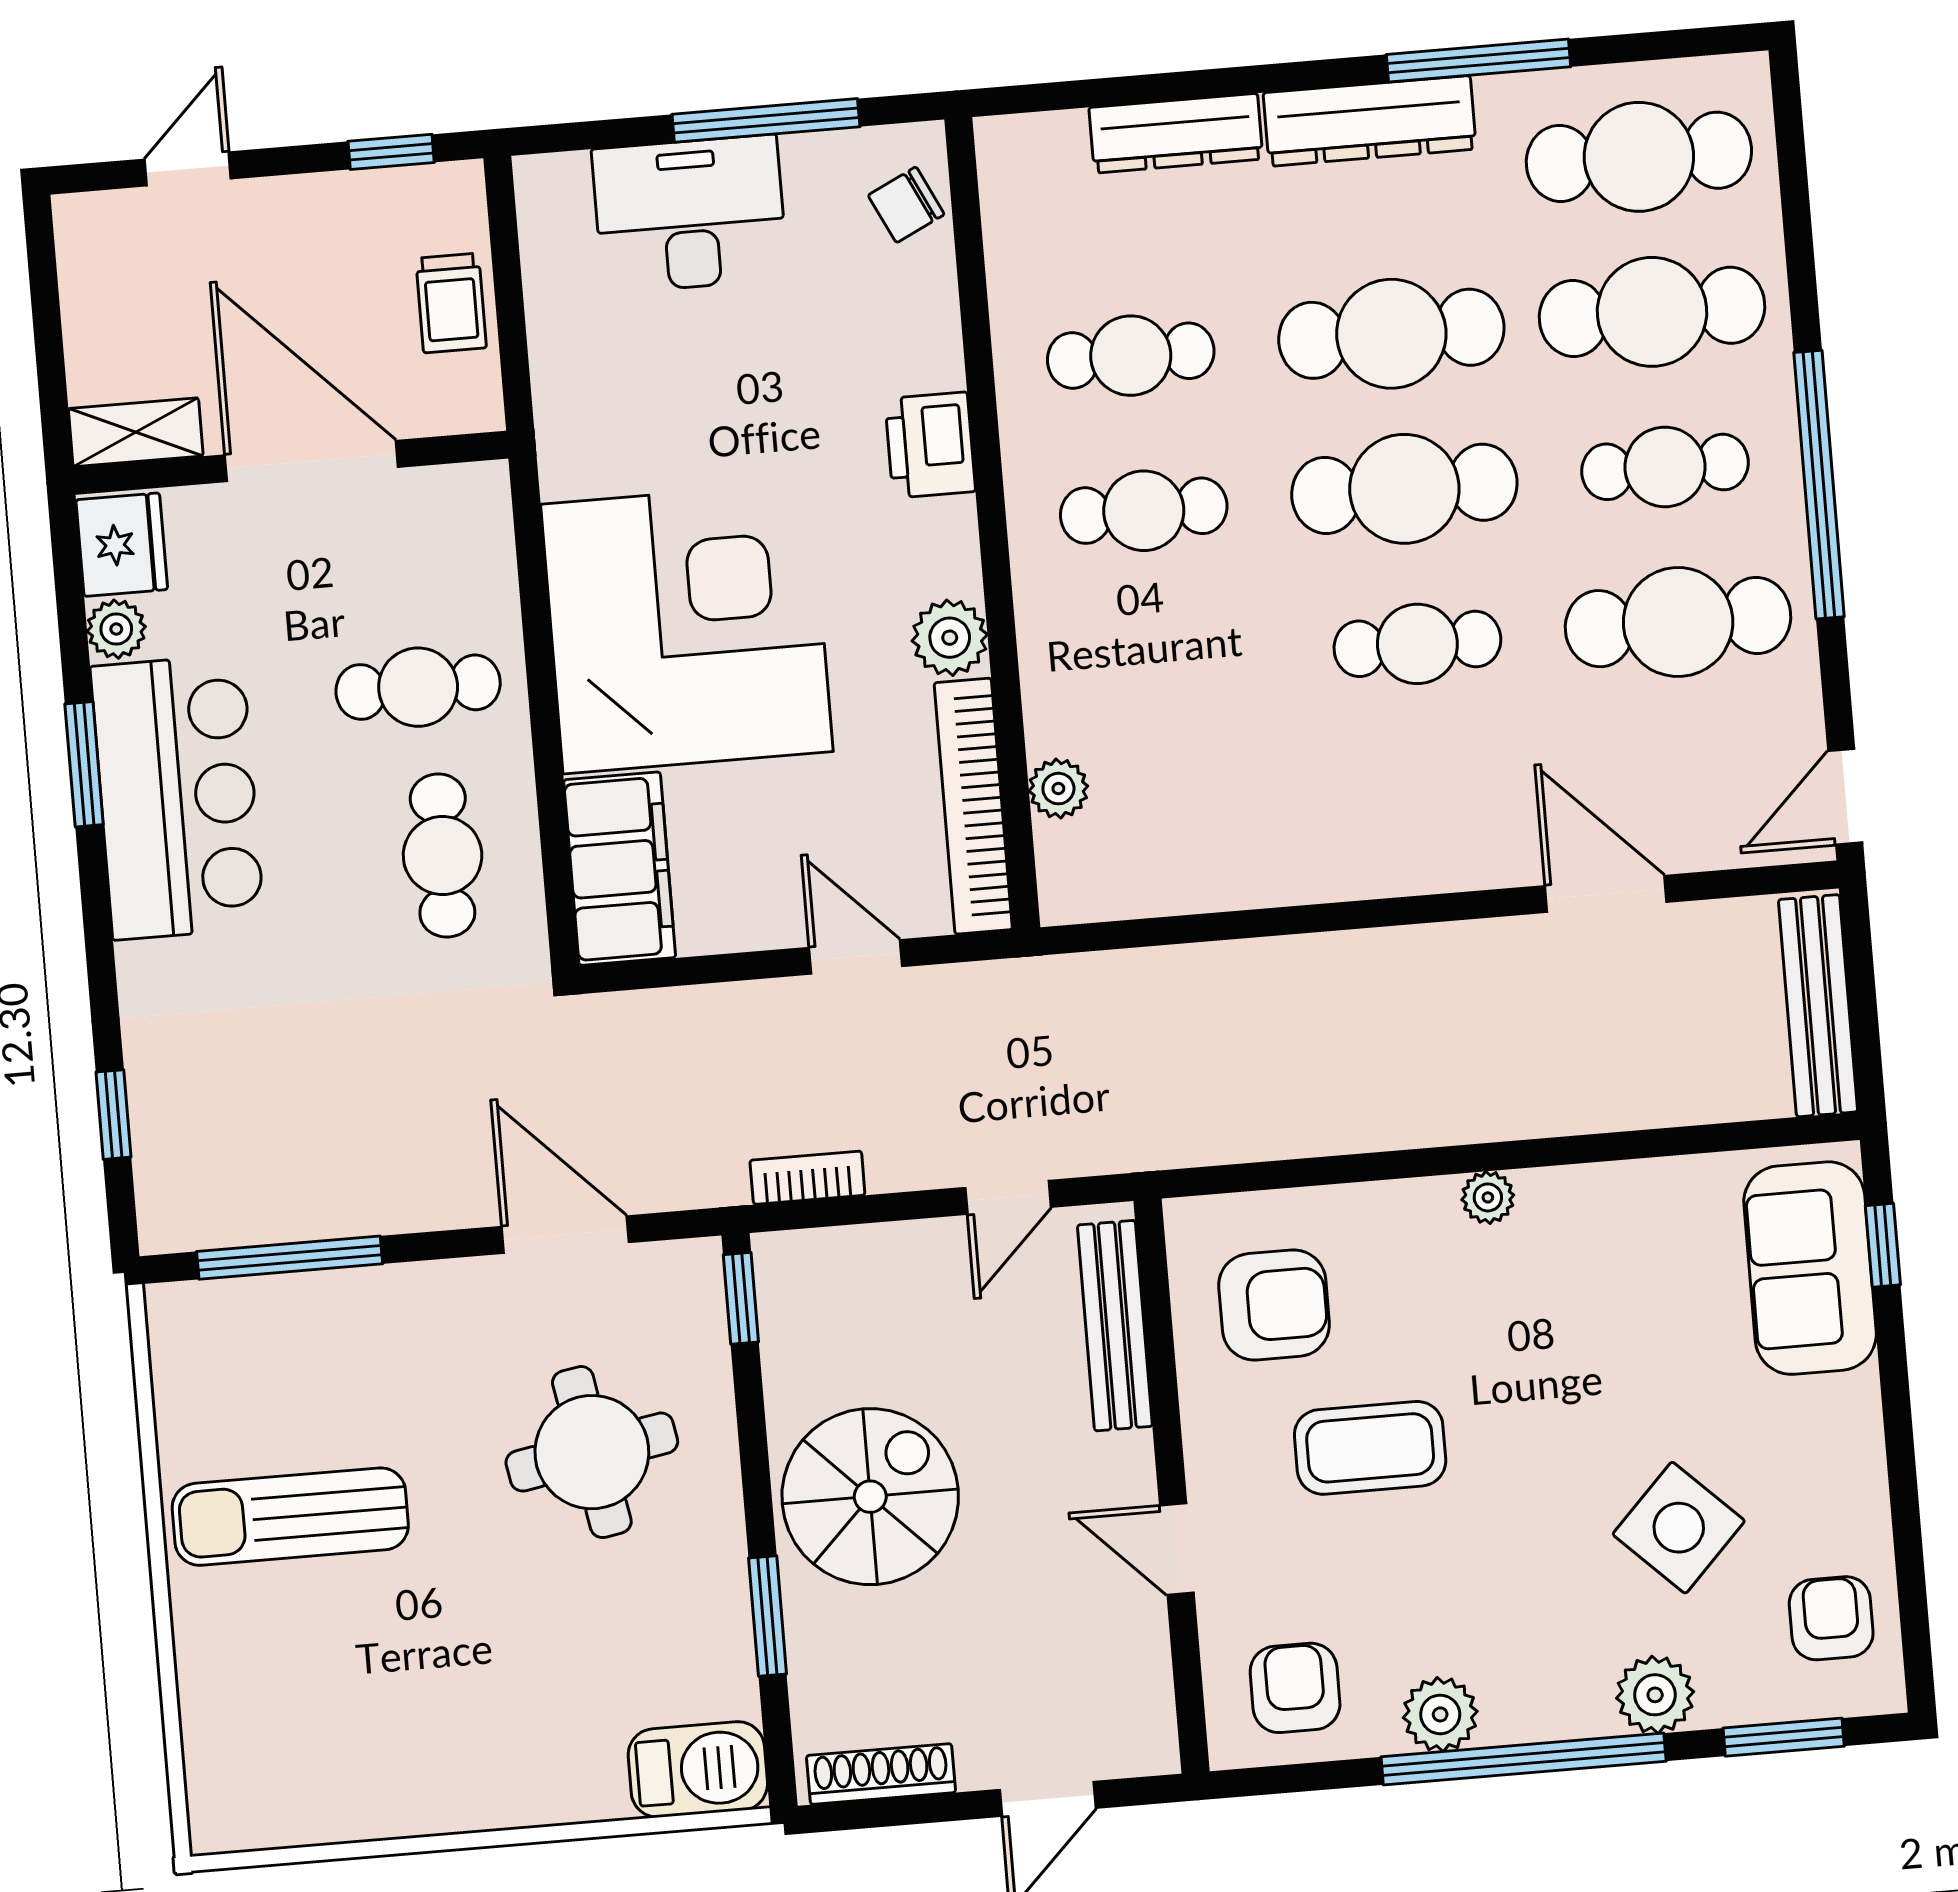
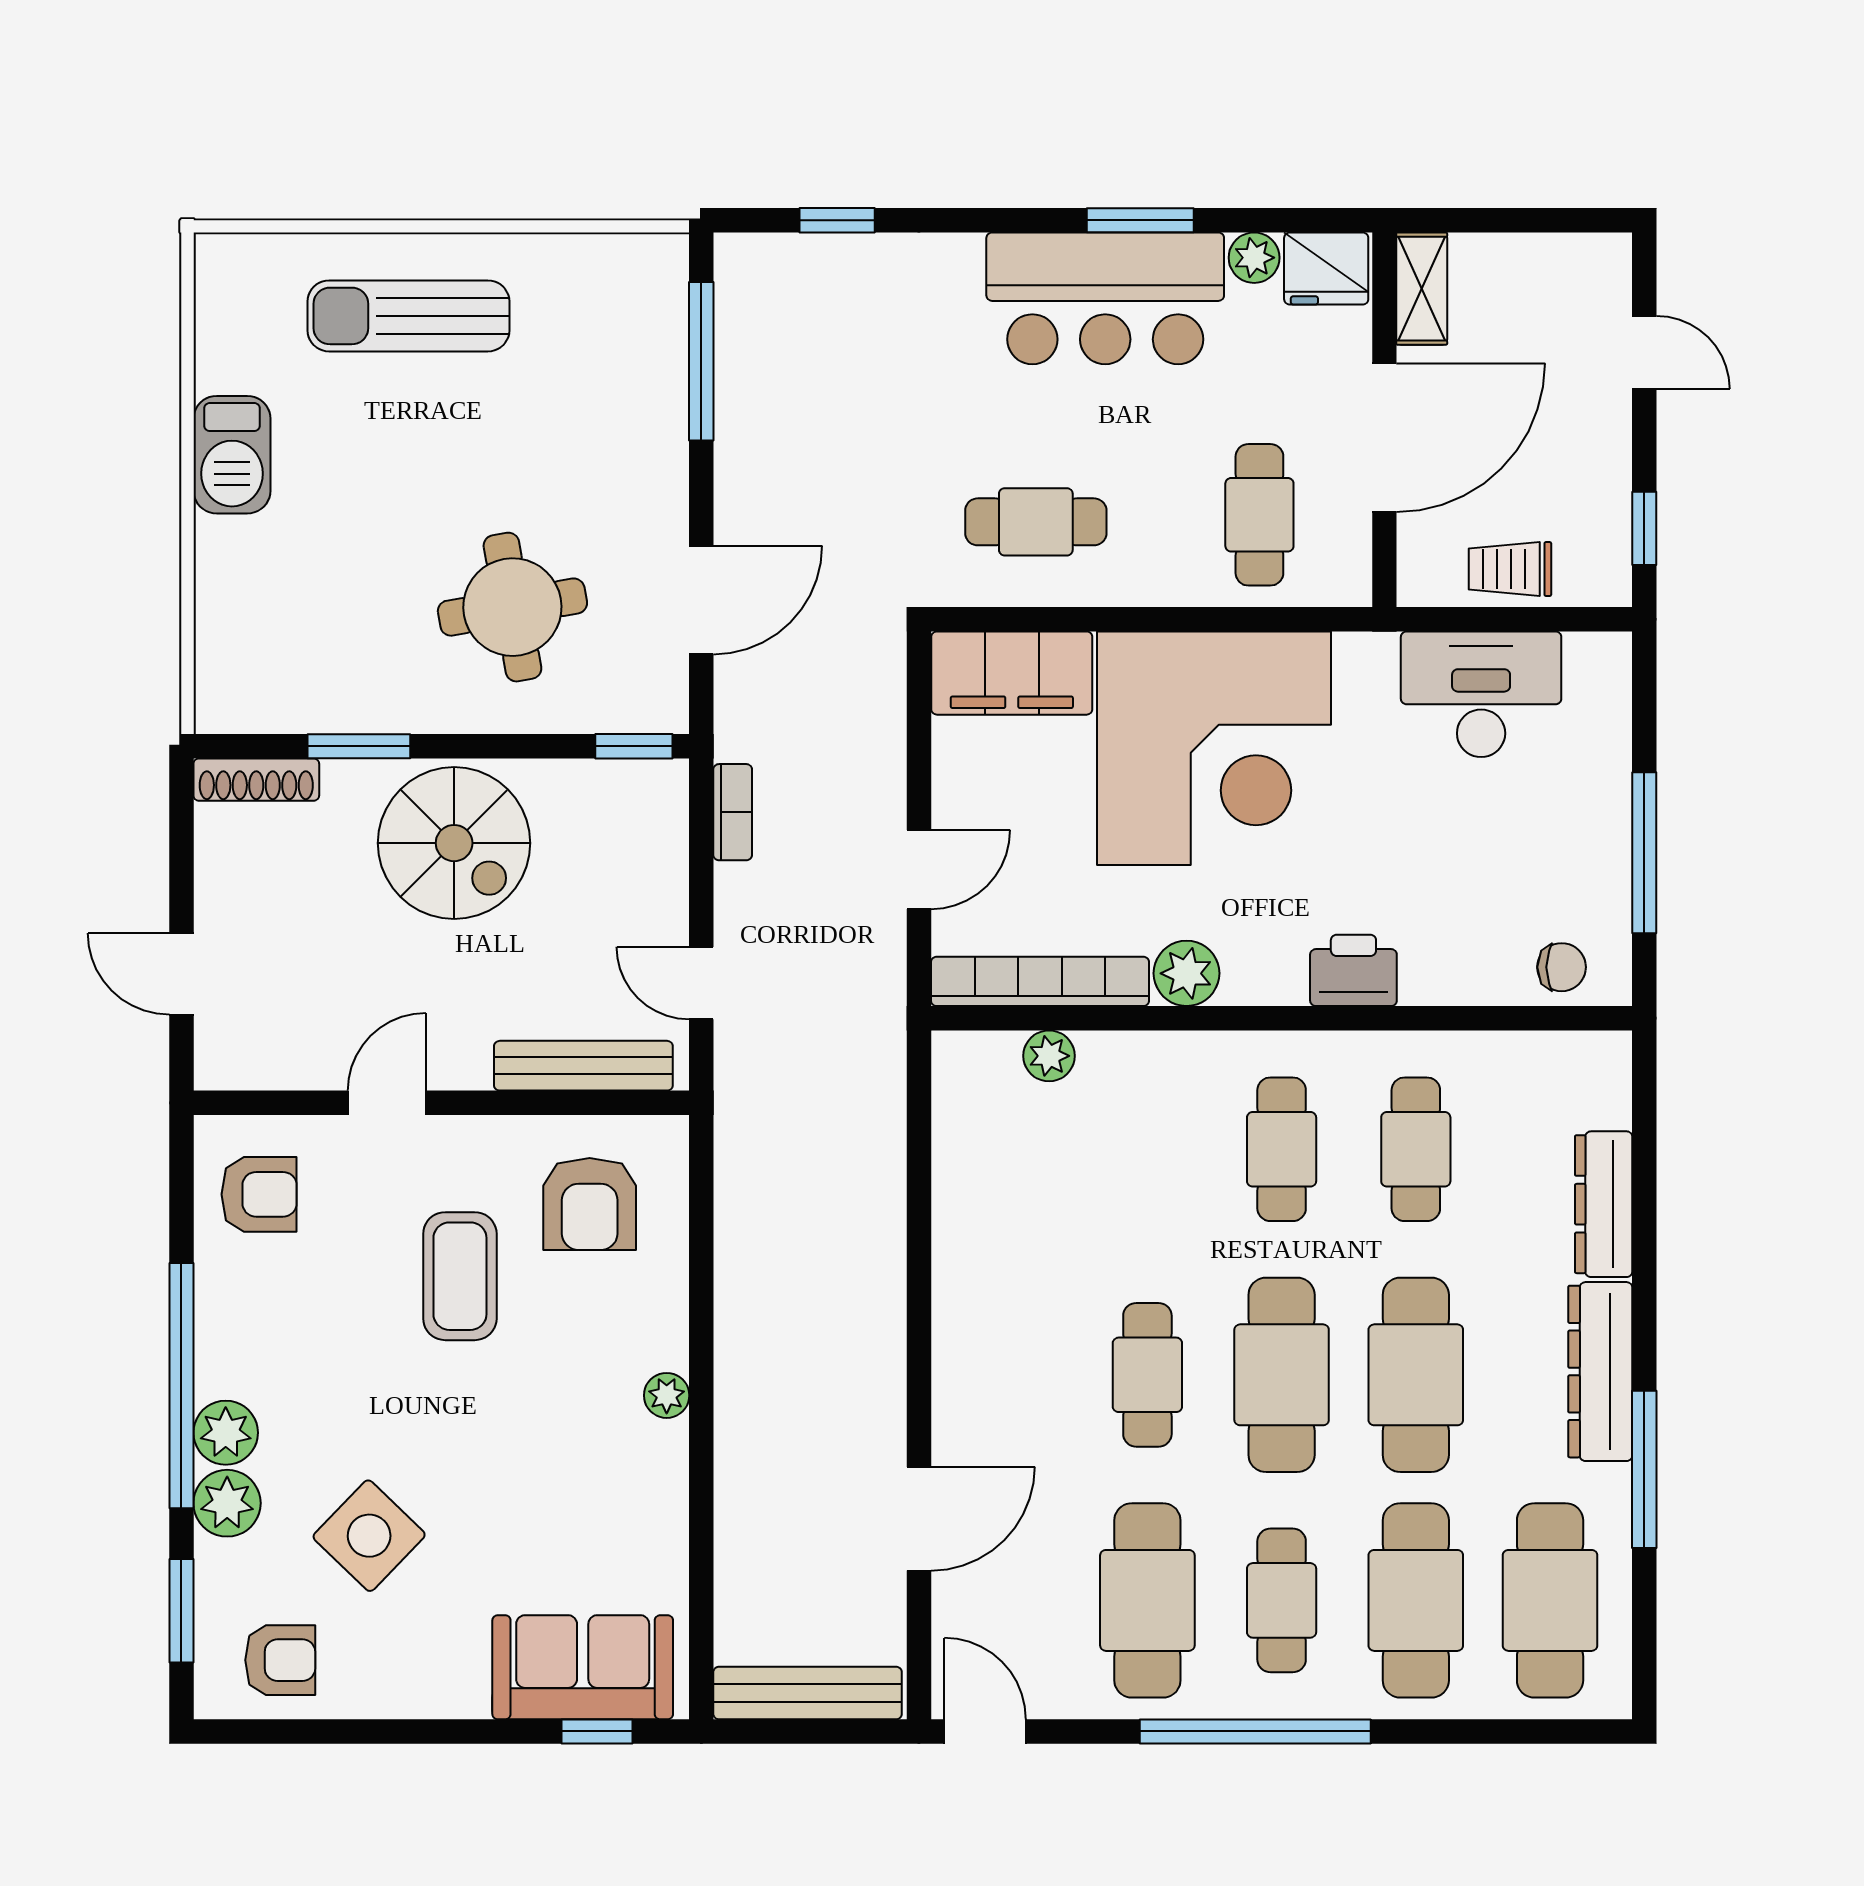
chair: (906, 205) -> (1562, 967), turned 116
desk: (690, 214) -> (1481, 694), moved, turned -90
cafe table: (418, 687) -> (1259, 515), moved
sun lounger: (290, 1517) -> (408, 316), moved, turned -90
plant: (1440, 1714) -> (226, 1433), moved
barbecue: (698, 1770) -> (232, 455), moved
shoe rack: (881, 1774) -> (256, 780), moved, turned 90

